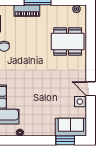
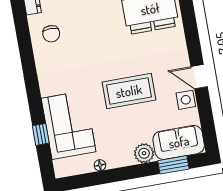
coffee table: (46, 90) -> (129, 91), added
plant: (48, 130) -> (144, 153), added

